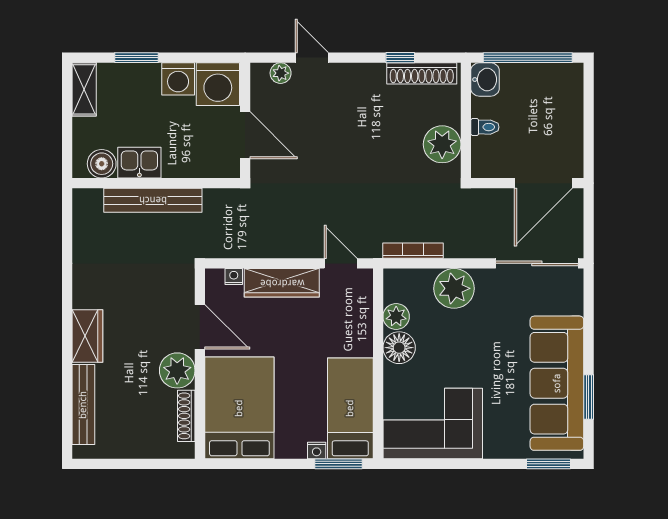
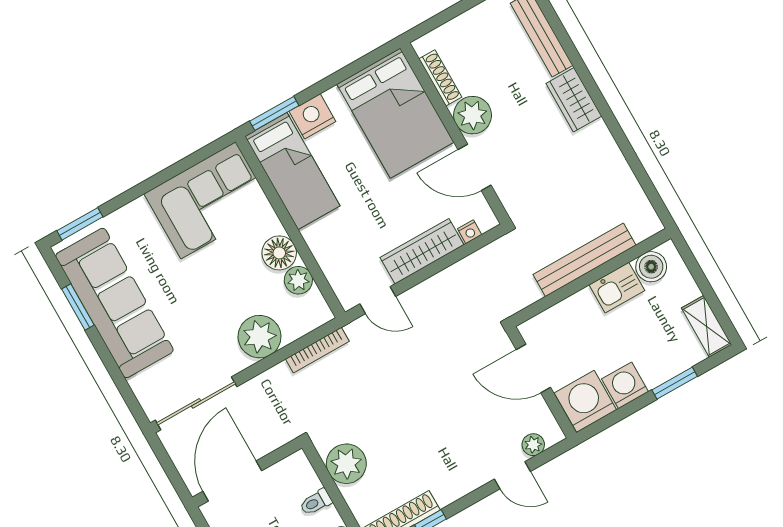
nightstand: (317, 450) -> (312, 116), width x1.89, depth x1.79

